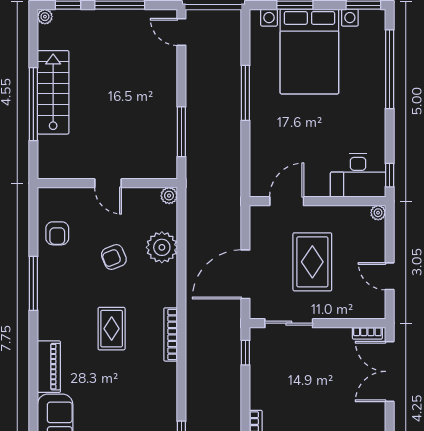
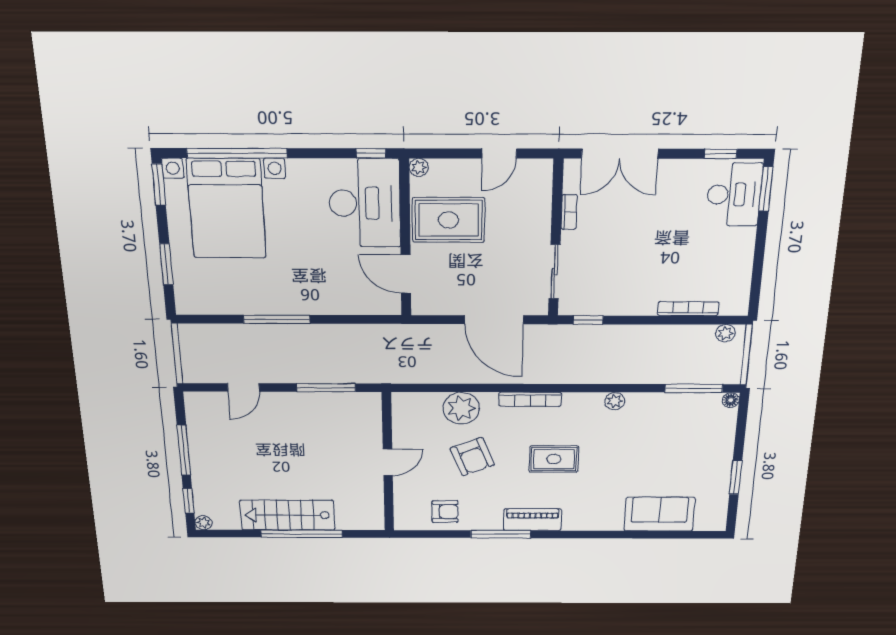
door: (181, 32) -> (243, 387), moved
bed with nightstands: (309, 51) -> (227, 209), moved, turned 90
desk: (358, 176) -> (365, 203), width x1.36, depth x1.30
plant: (169, 196) -> (615, 401), moved
armchair: (114, 257) -> (472, 457), width x1.38, depth x1.38
rug: (312, 262) -> (449, 220), moved
bookcase: (367, 333) -> (569, 212), moved
bookcase: (171, 334) -> (530, 399), moved
piano: (49, 367) -> (532, 520), moved

